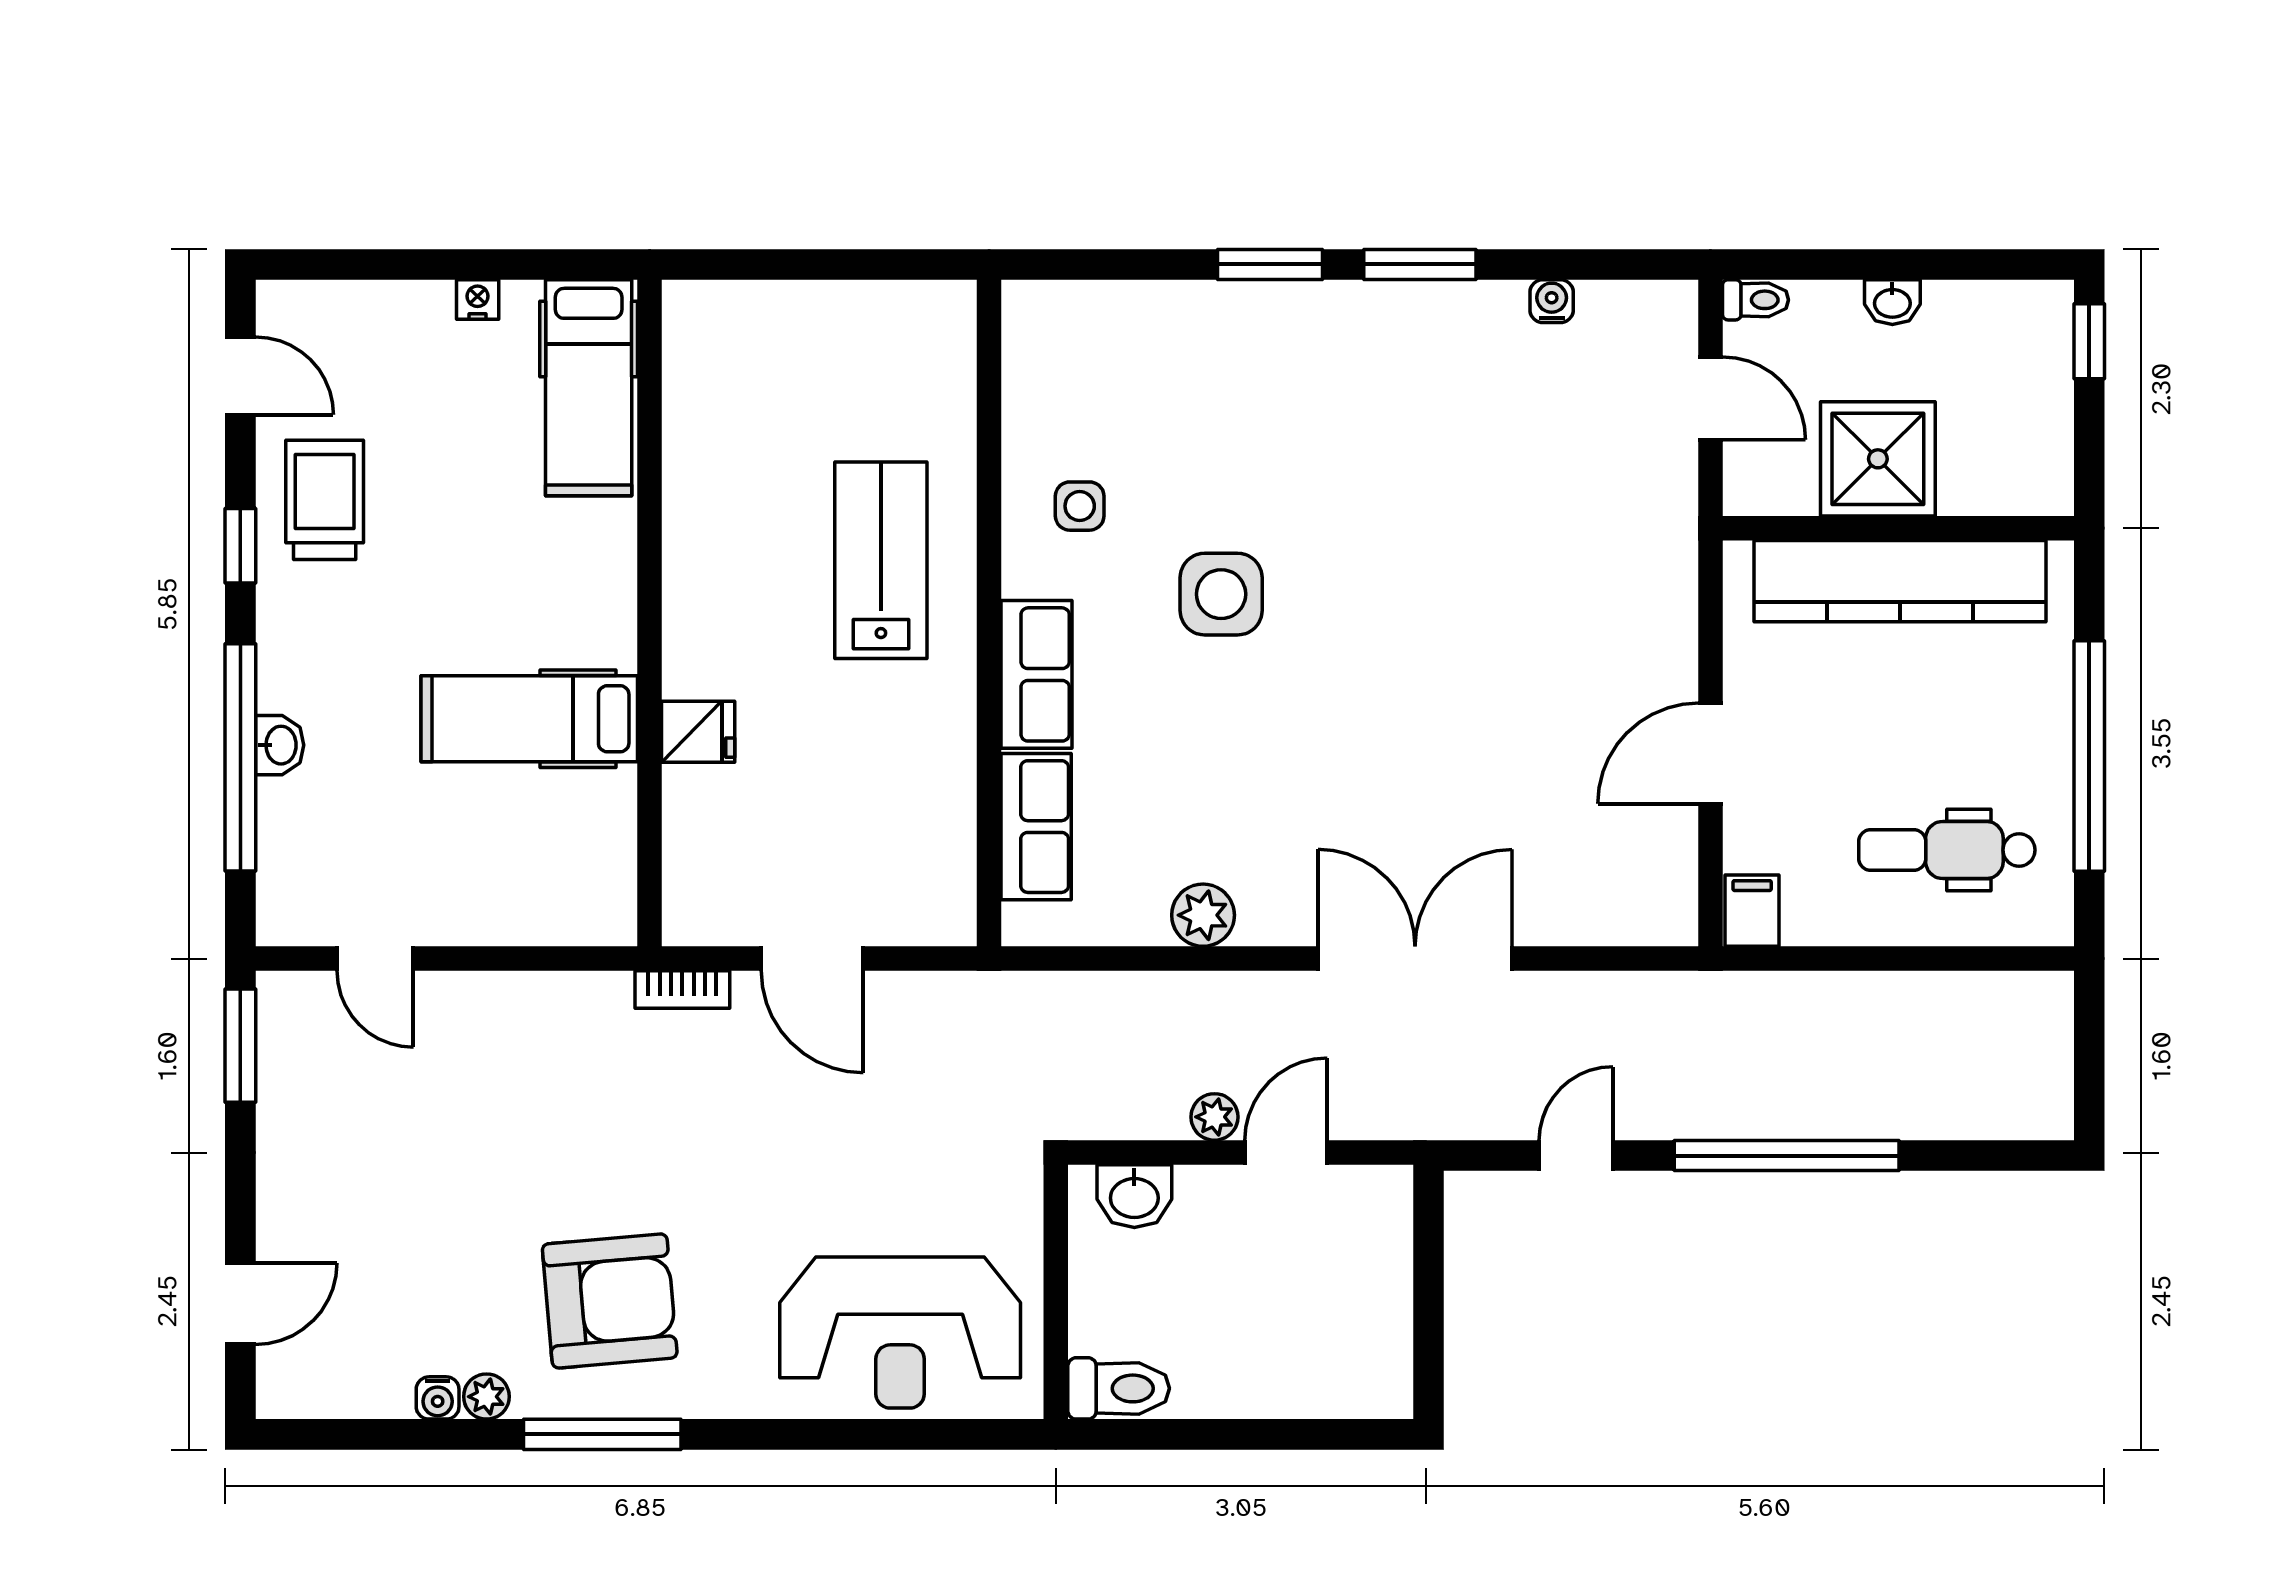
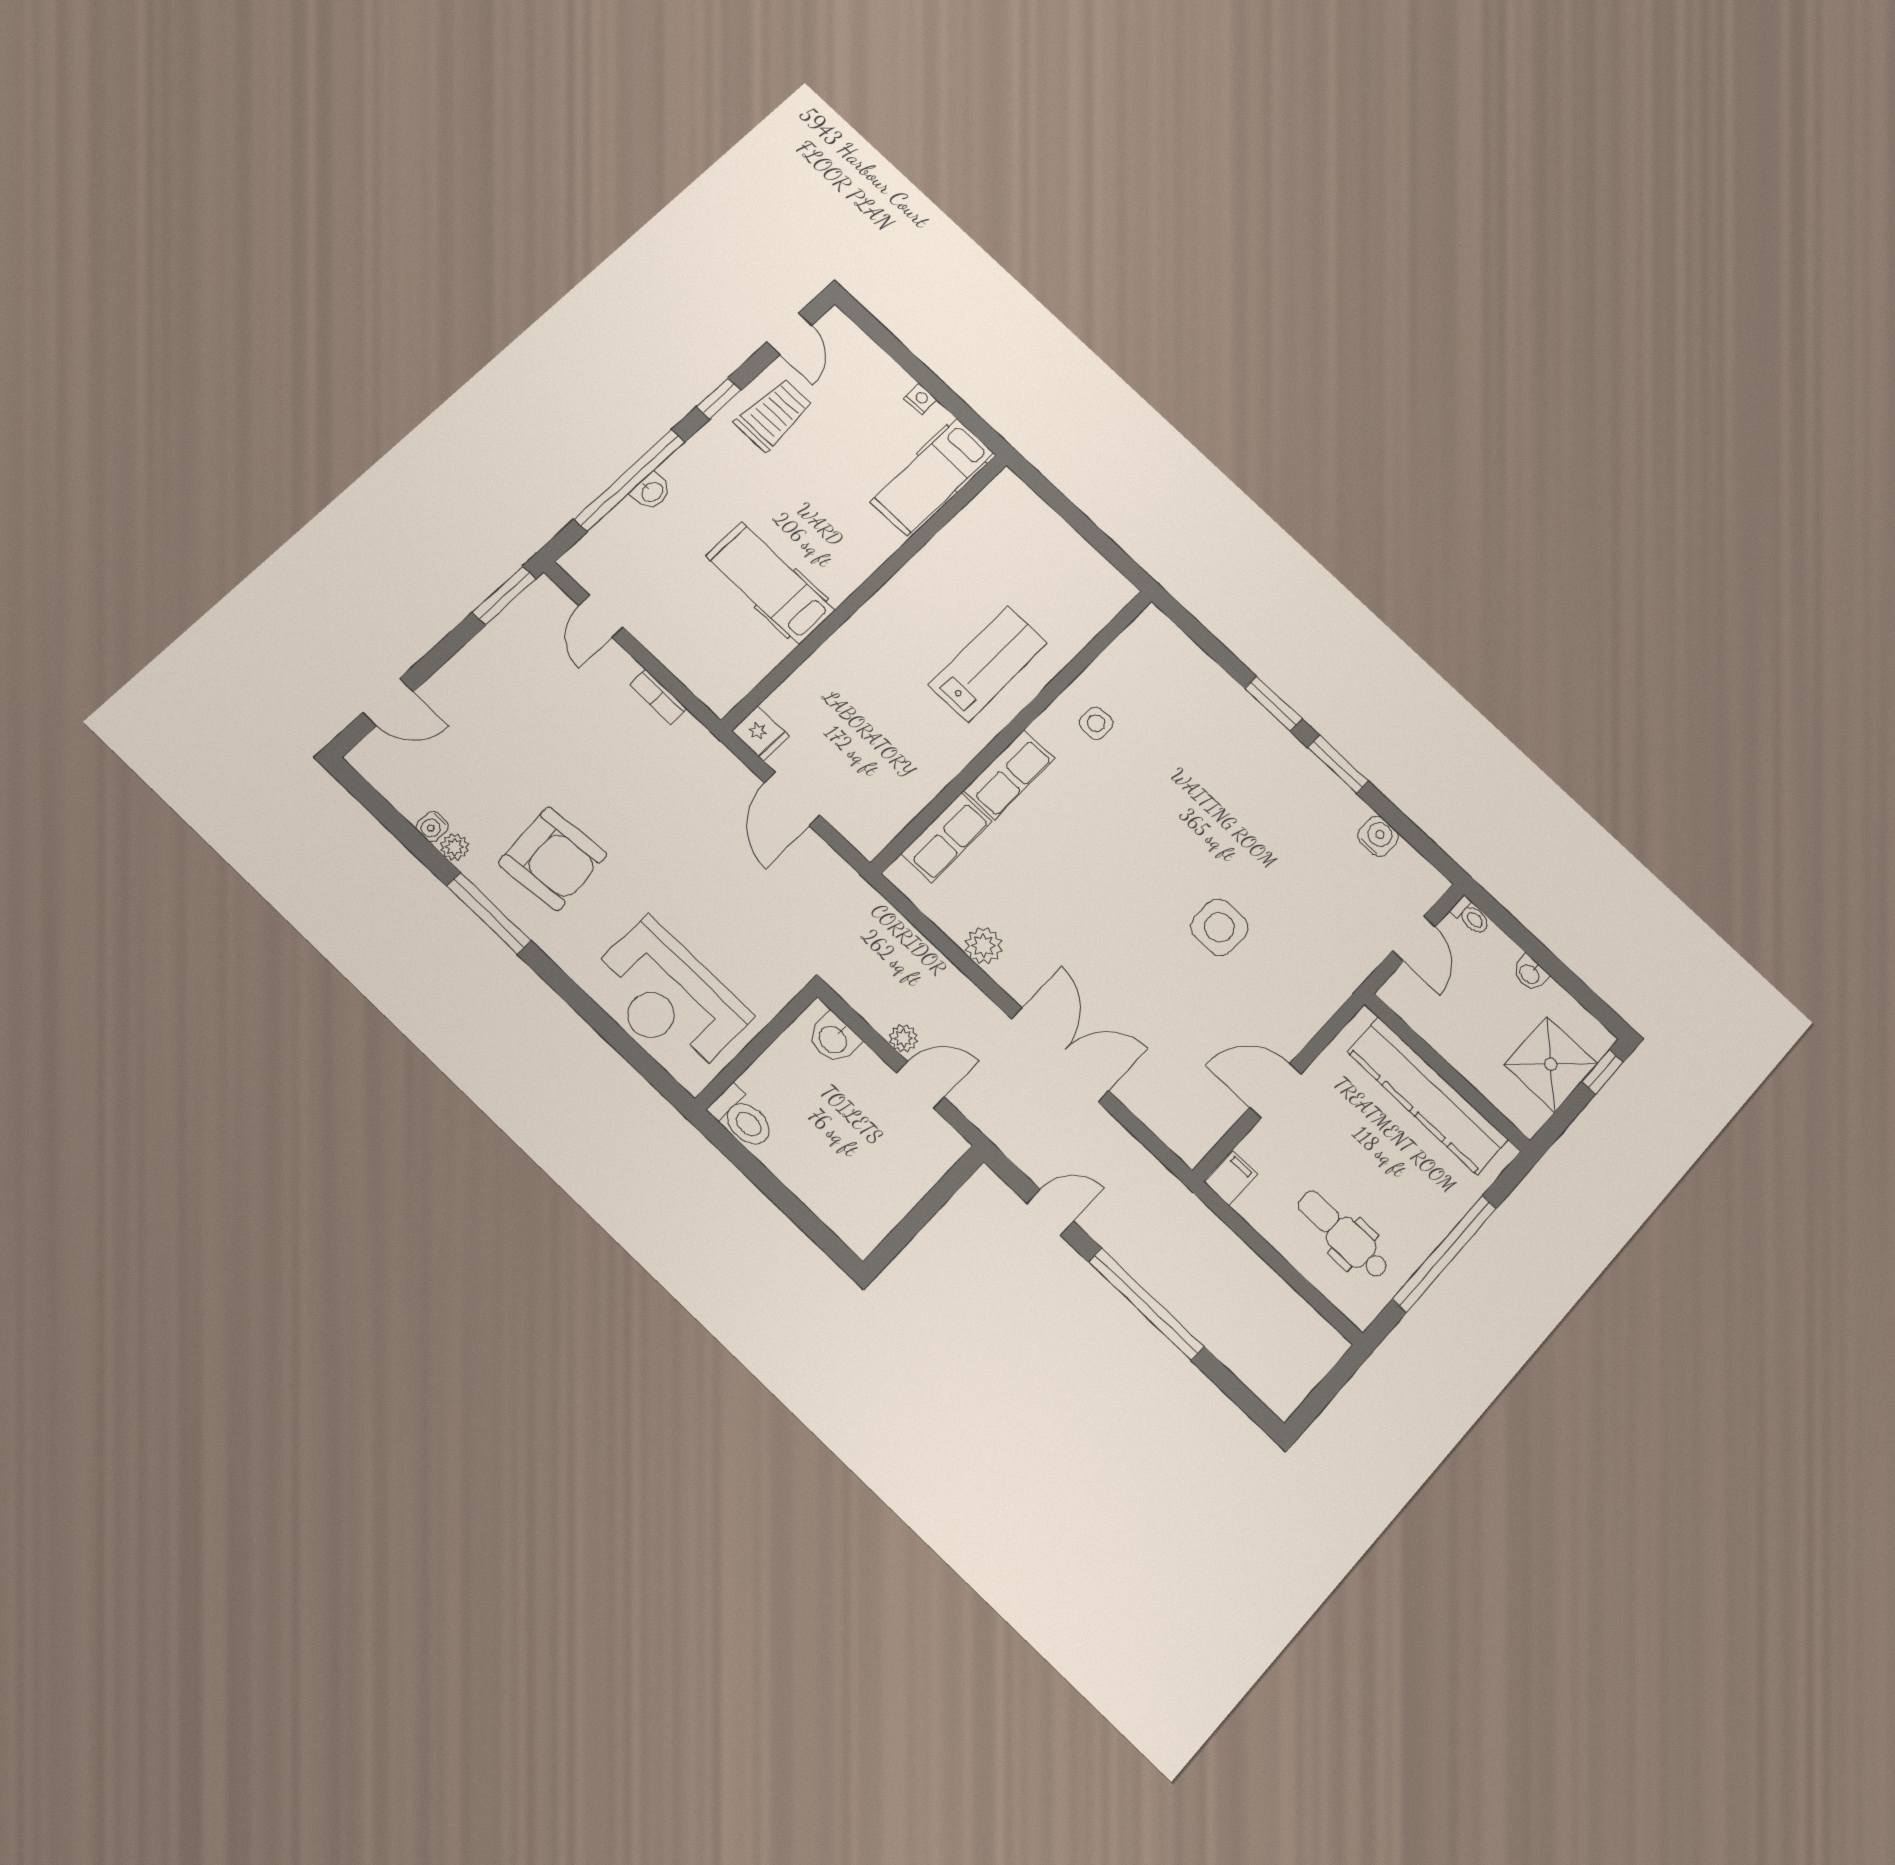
water cooler: (1552, 301) -> (1378, 836), width x1.38, depth x1.38
shower: (1878, 459) -> (1551, 1064), moved
side table: (1221, 594) -> (1219, 927), moved
fridge: (698, 732) -> (760, 733), moved
bookcase: (682, 990) -> (658, 697), moved

